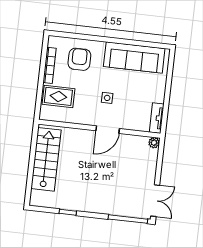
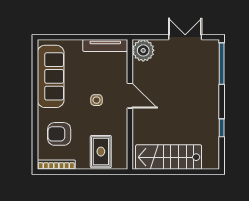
bookcase: (50, 65) -> (56, 165), moved
tv unit: (157, 118) -> (105, 45), width x1.41
plant: (154, 143) -> (143, 50), width x1.88, depth x1.88
double door: (155, 201) -> (185, 37), moved

